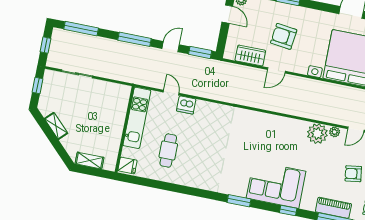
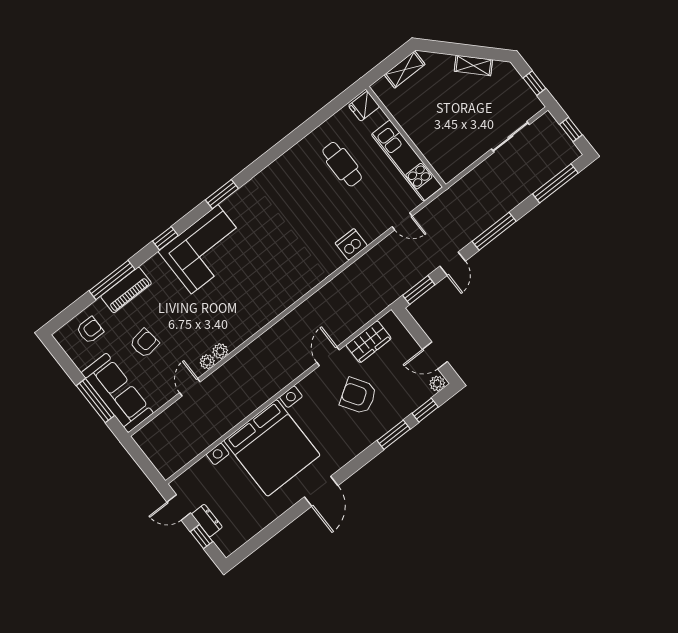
armchair: (284, 36) -> (358, 396), turned -130
dishwasher: (186, 105) -> (351, 244), moved
plant: (317, 134) -> (220, 351), width x0.53, depth x0.53

